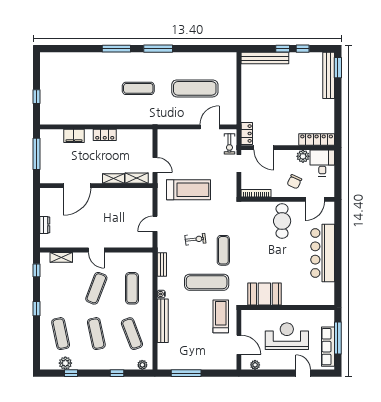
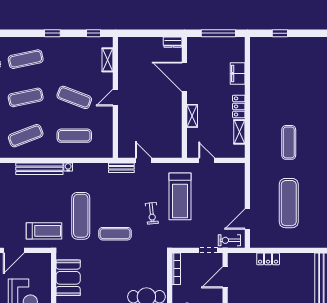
door: (210, 127) -> (247, 219), swing flipped
locker: (247, 133) -> (268, 259), moved
door: (155, 165) -> (207, 160), swing flipped
shelving: (137, 178) -> (239, 132), moved
dresser: (45, 225) -> (173, 42), moved
exercise bike: (195, 239) -> (152, 213), moved
bench: (162, 264) -> (121, 168), moved

